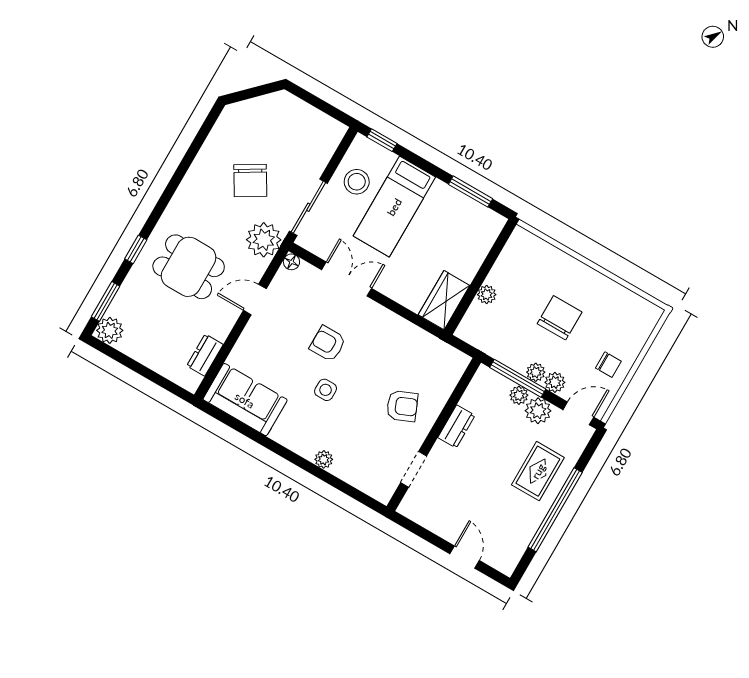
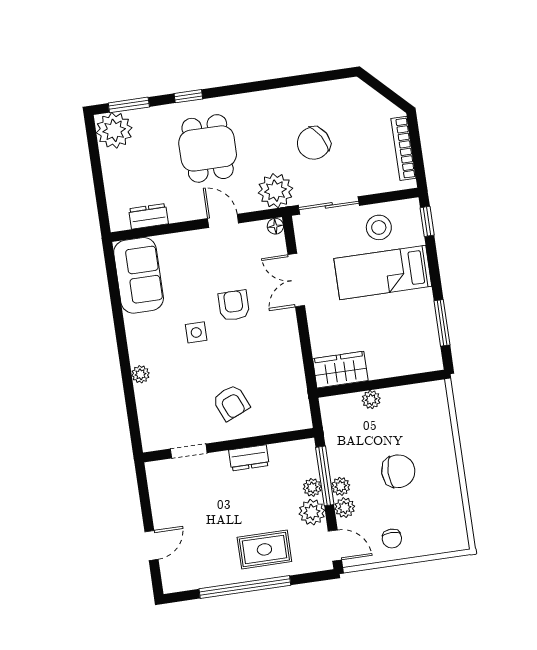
bookcase: (310, 113) -> (403, 148), added
double door: (347, 279) -> (296, 280), swing flipped
plant: (110, 330) -> (114, 130), width x1.36, depth x1.36

